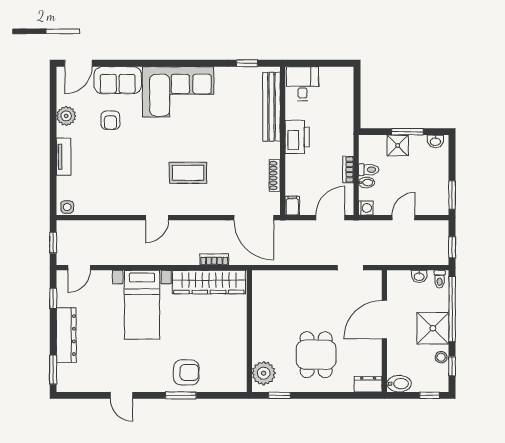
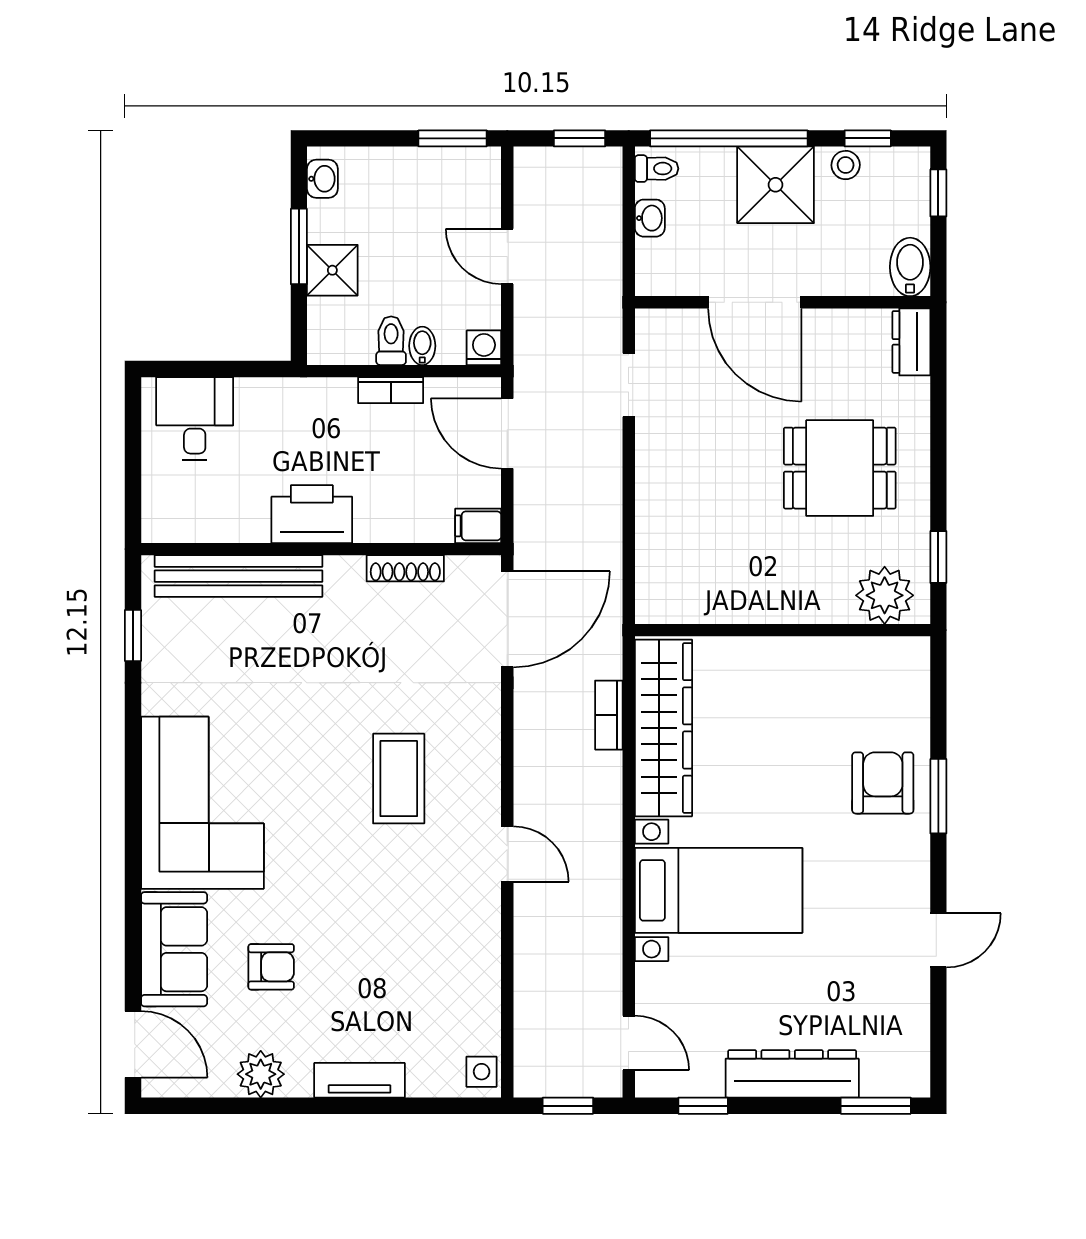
desk: (303, 84) -> (195, 419), moved, turned 90

